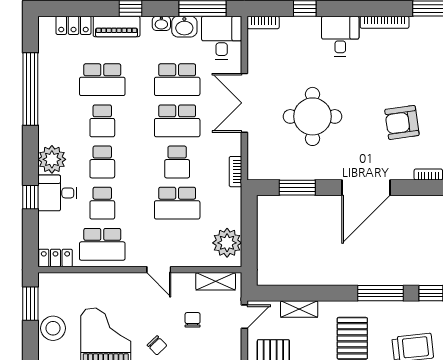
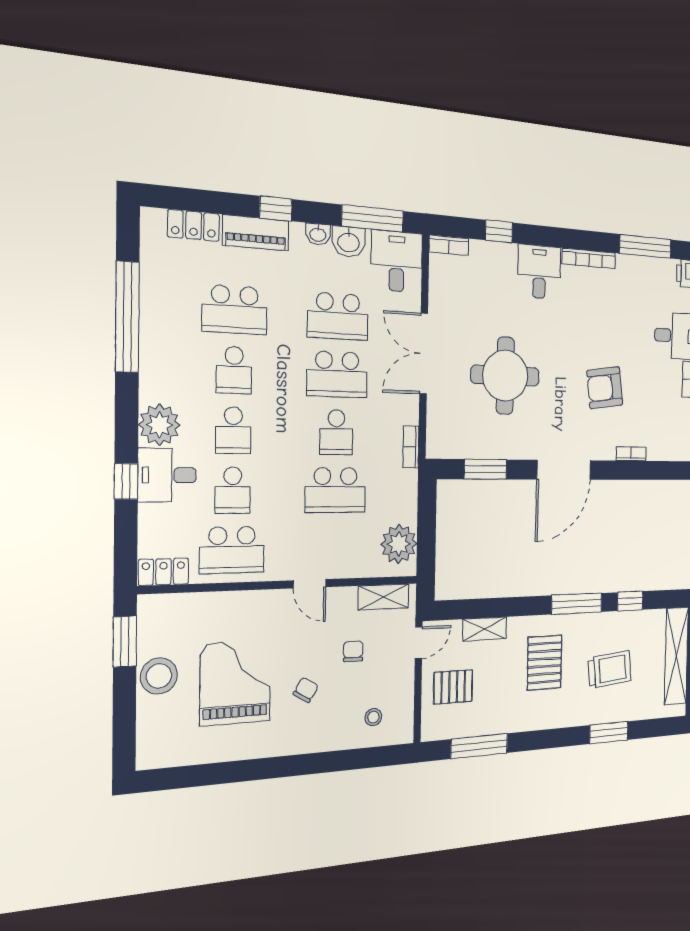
chair: (157, 345) -> (306, 690), turned -104

